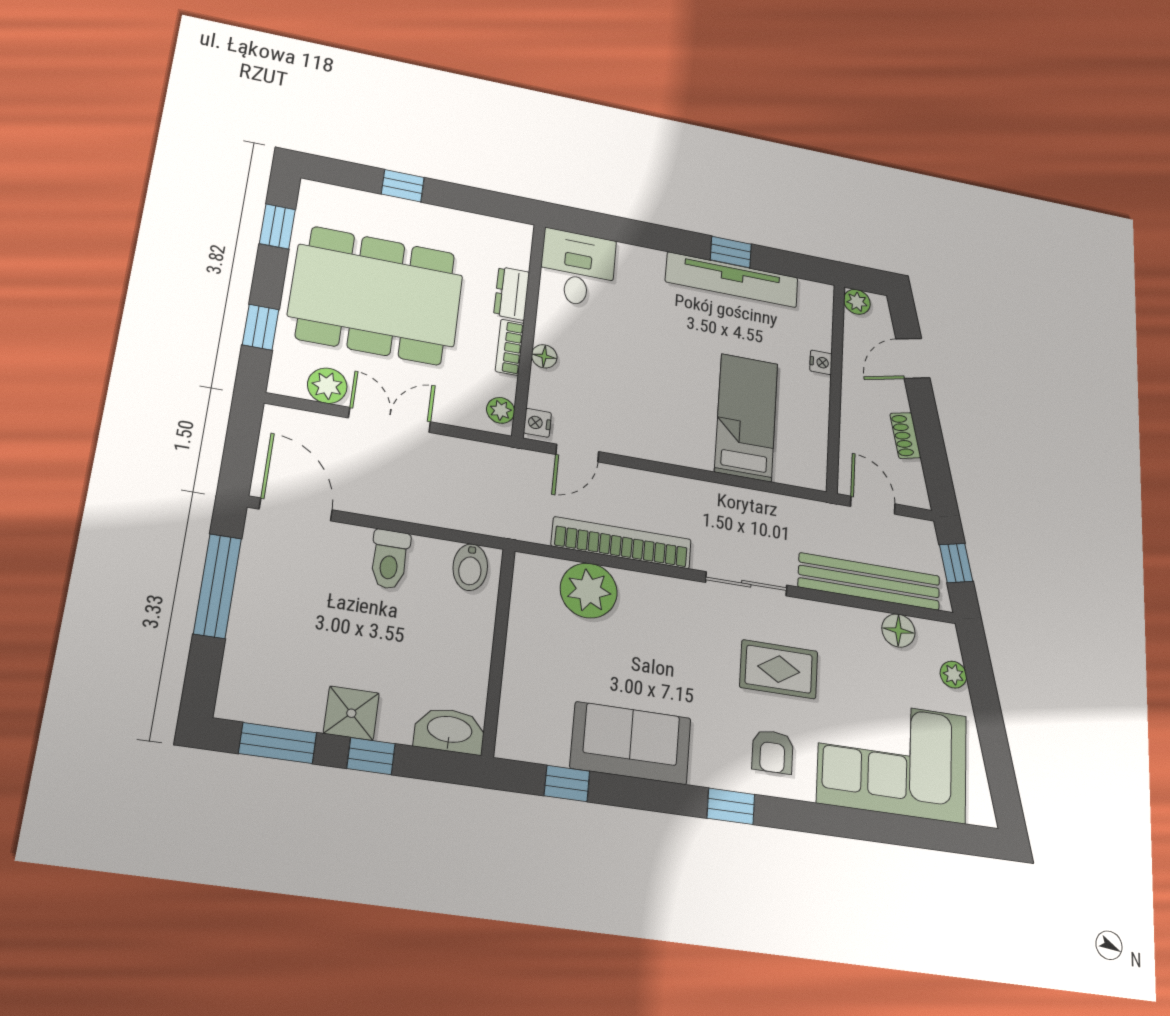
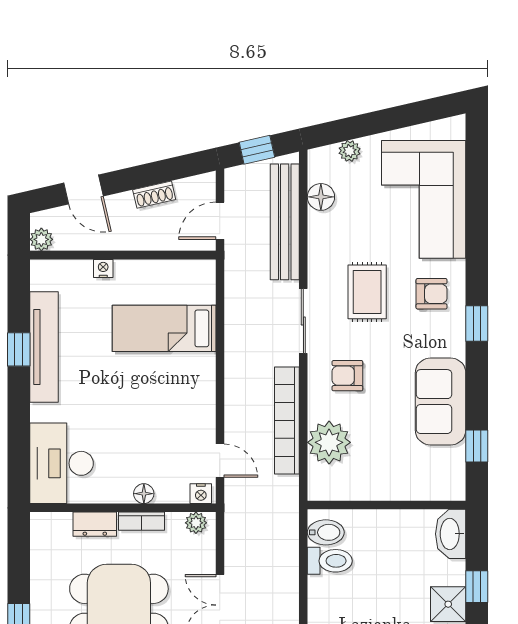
desk: (577, 269) -> (62, 463), width x1.37
toilet: (390, 559) -> (330, 561), moved
armchair: (673, 627) -> (347, 376), added

